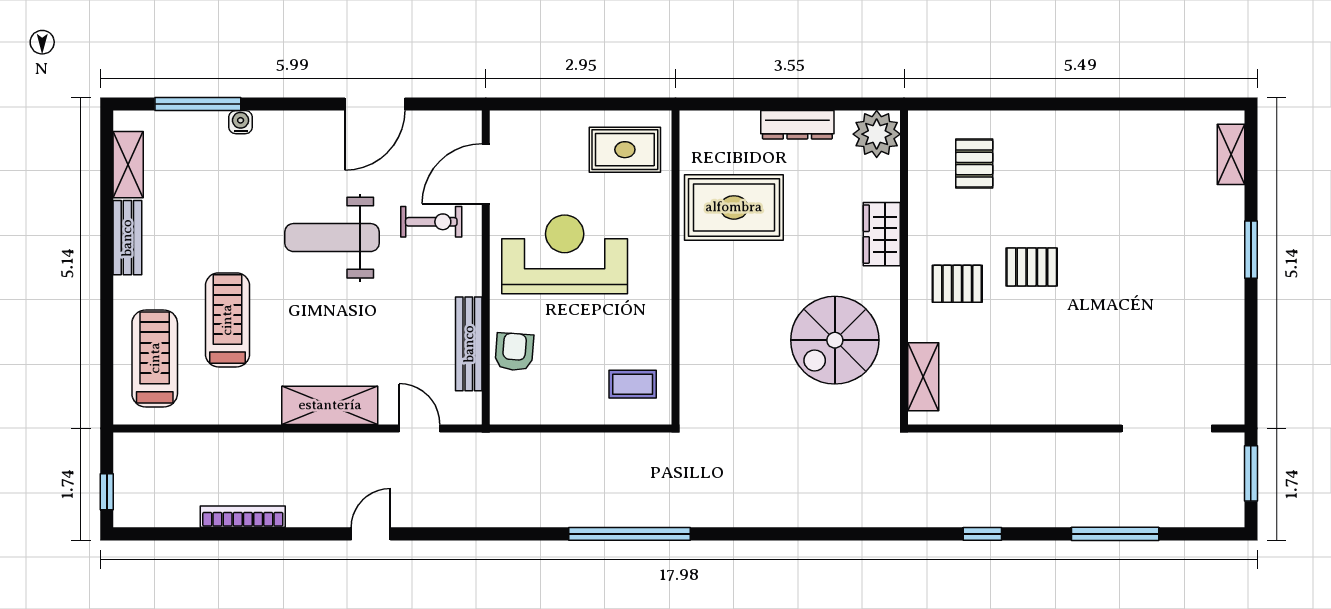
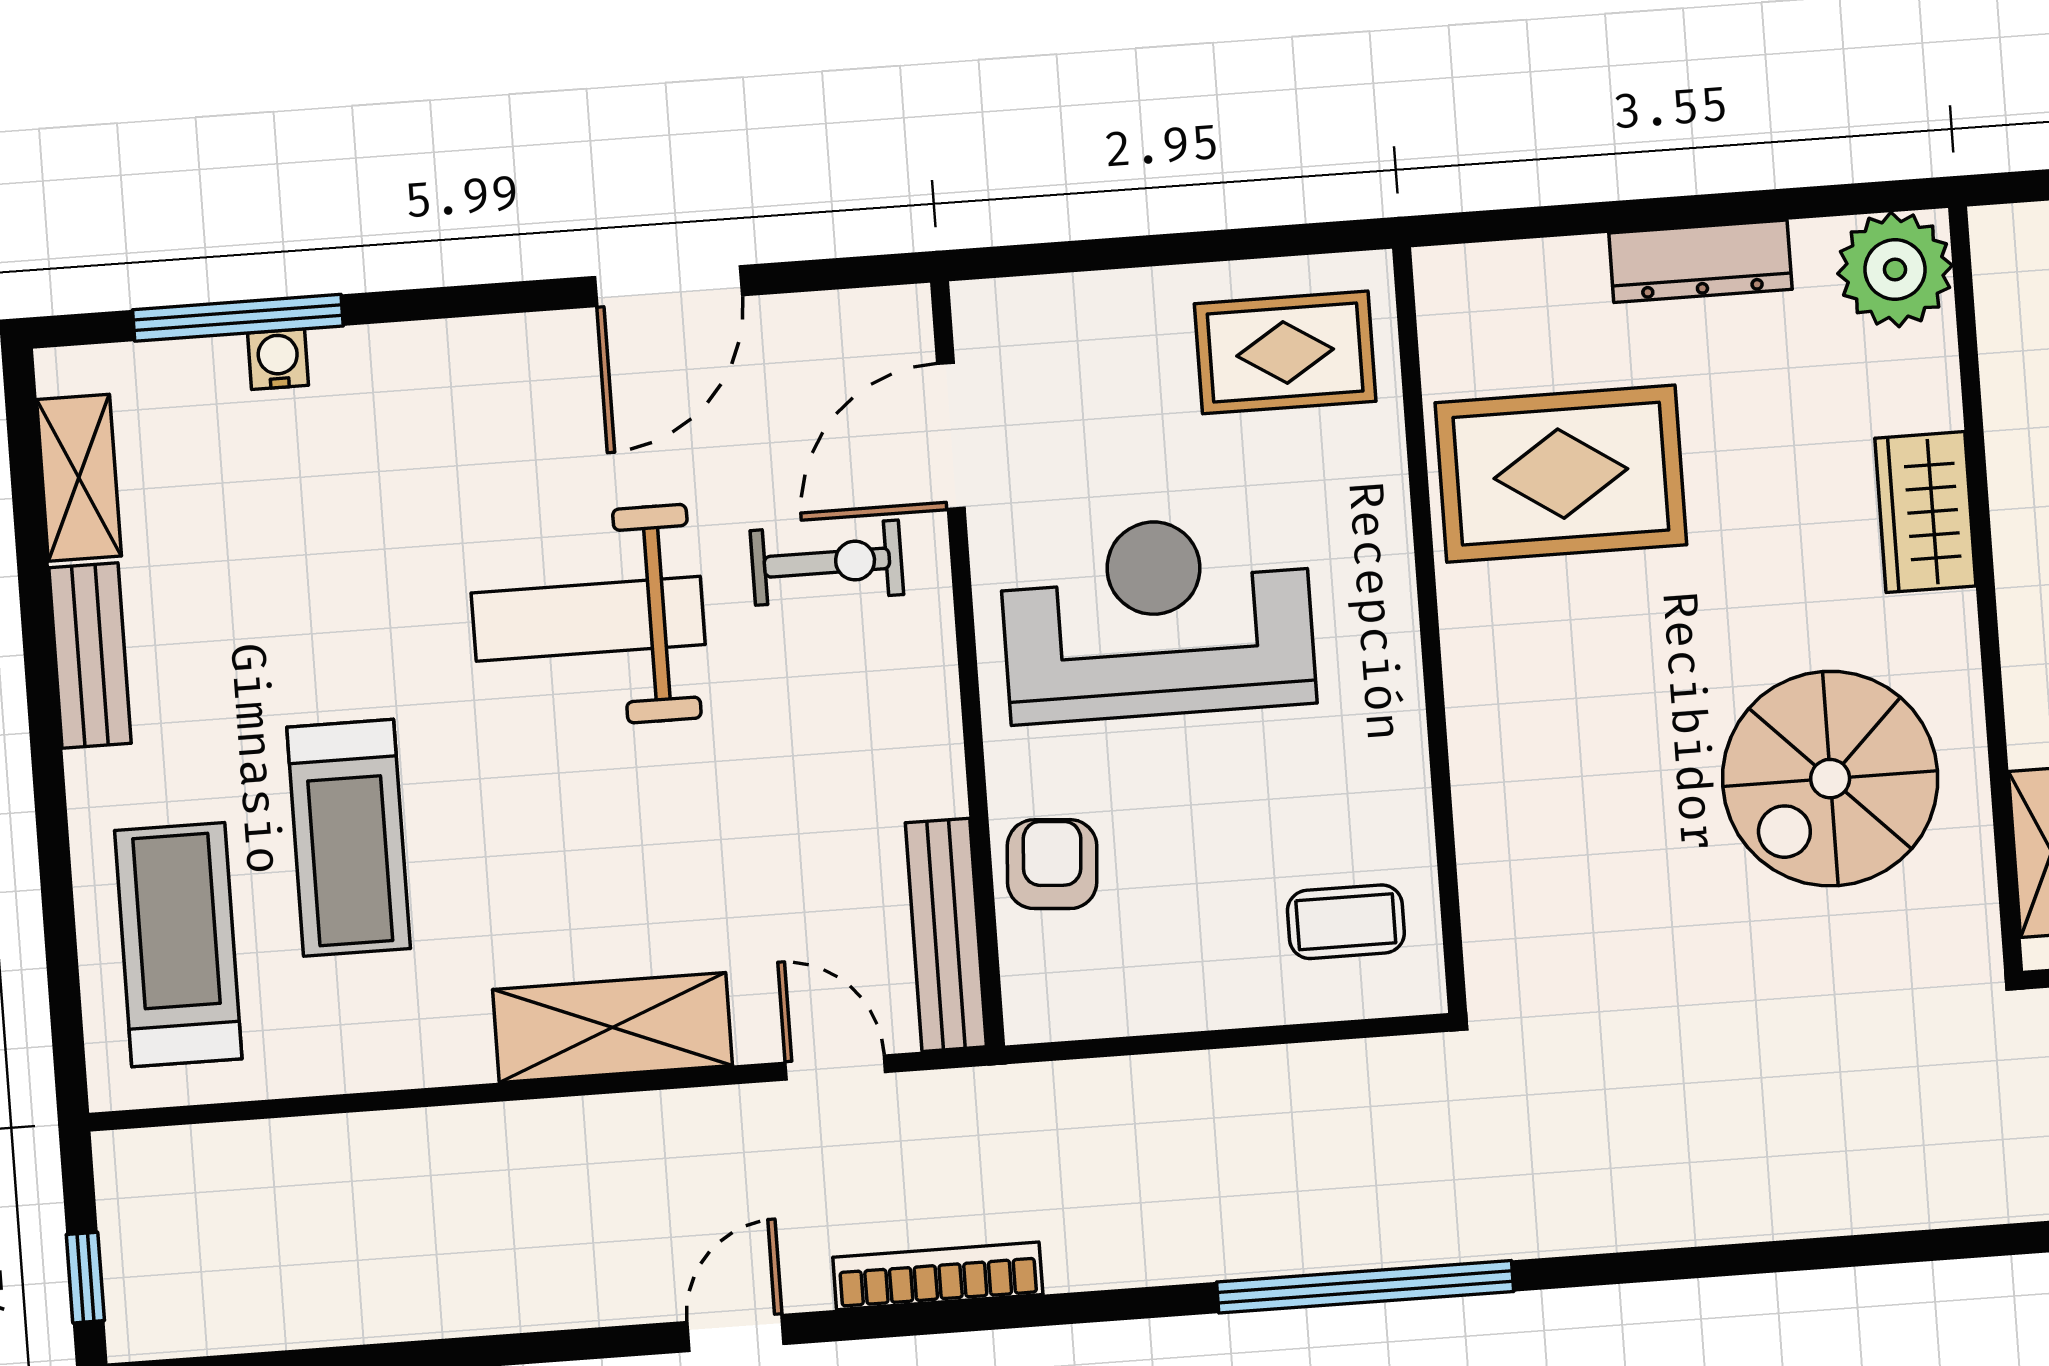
water cooler: (241, 122) -> (278, 359), moved
treadmill: (227, 320) -> (349, 838), turned 180
bench: (469, 344) -> (946, 935), moved
bookcase: (243, 517) -> (938, 1276), moved

